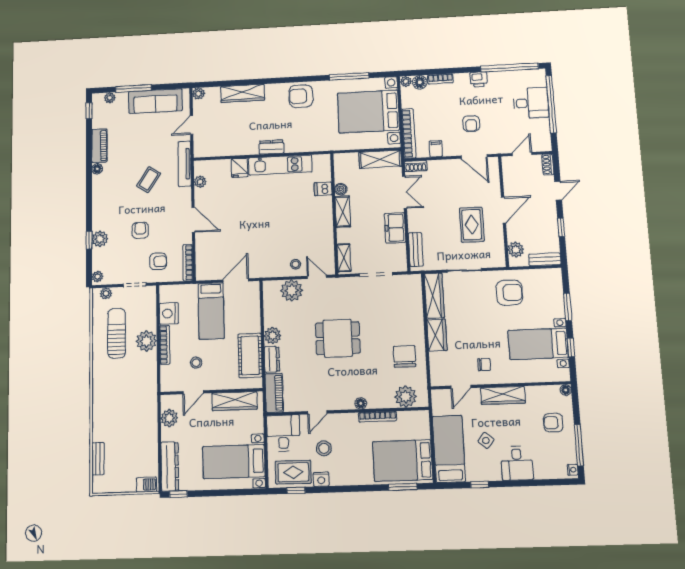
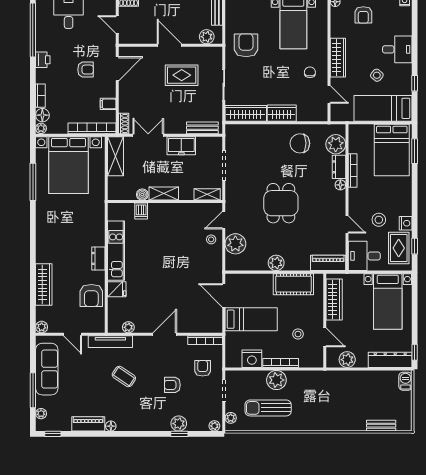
armchair: (301, 96) -> (91, 296), moved
dresser: (272, 359) -> (339, 167), moved, turned -90

